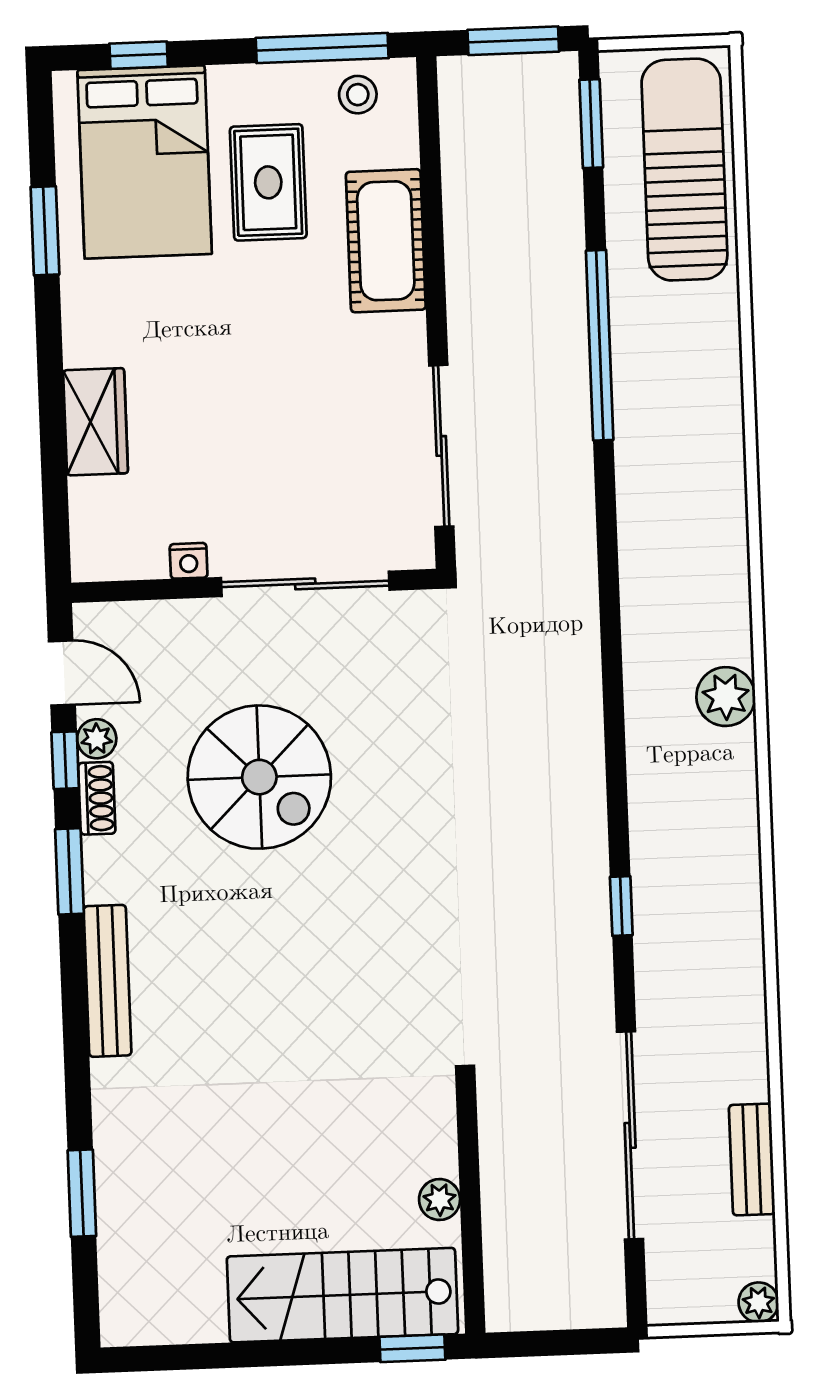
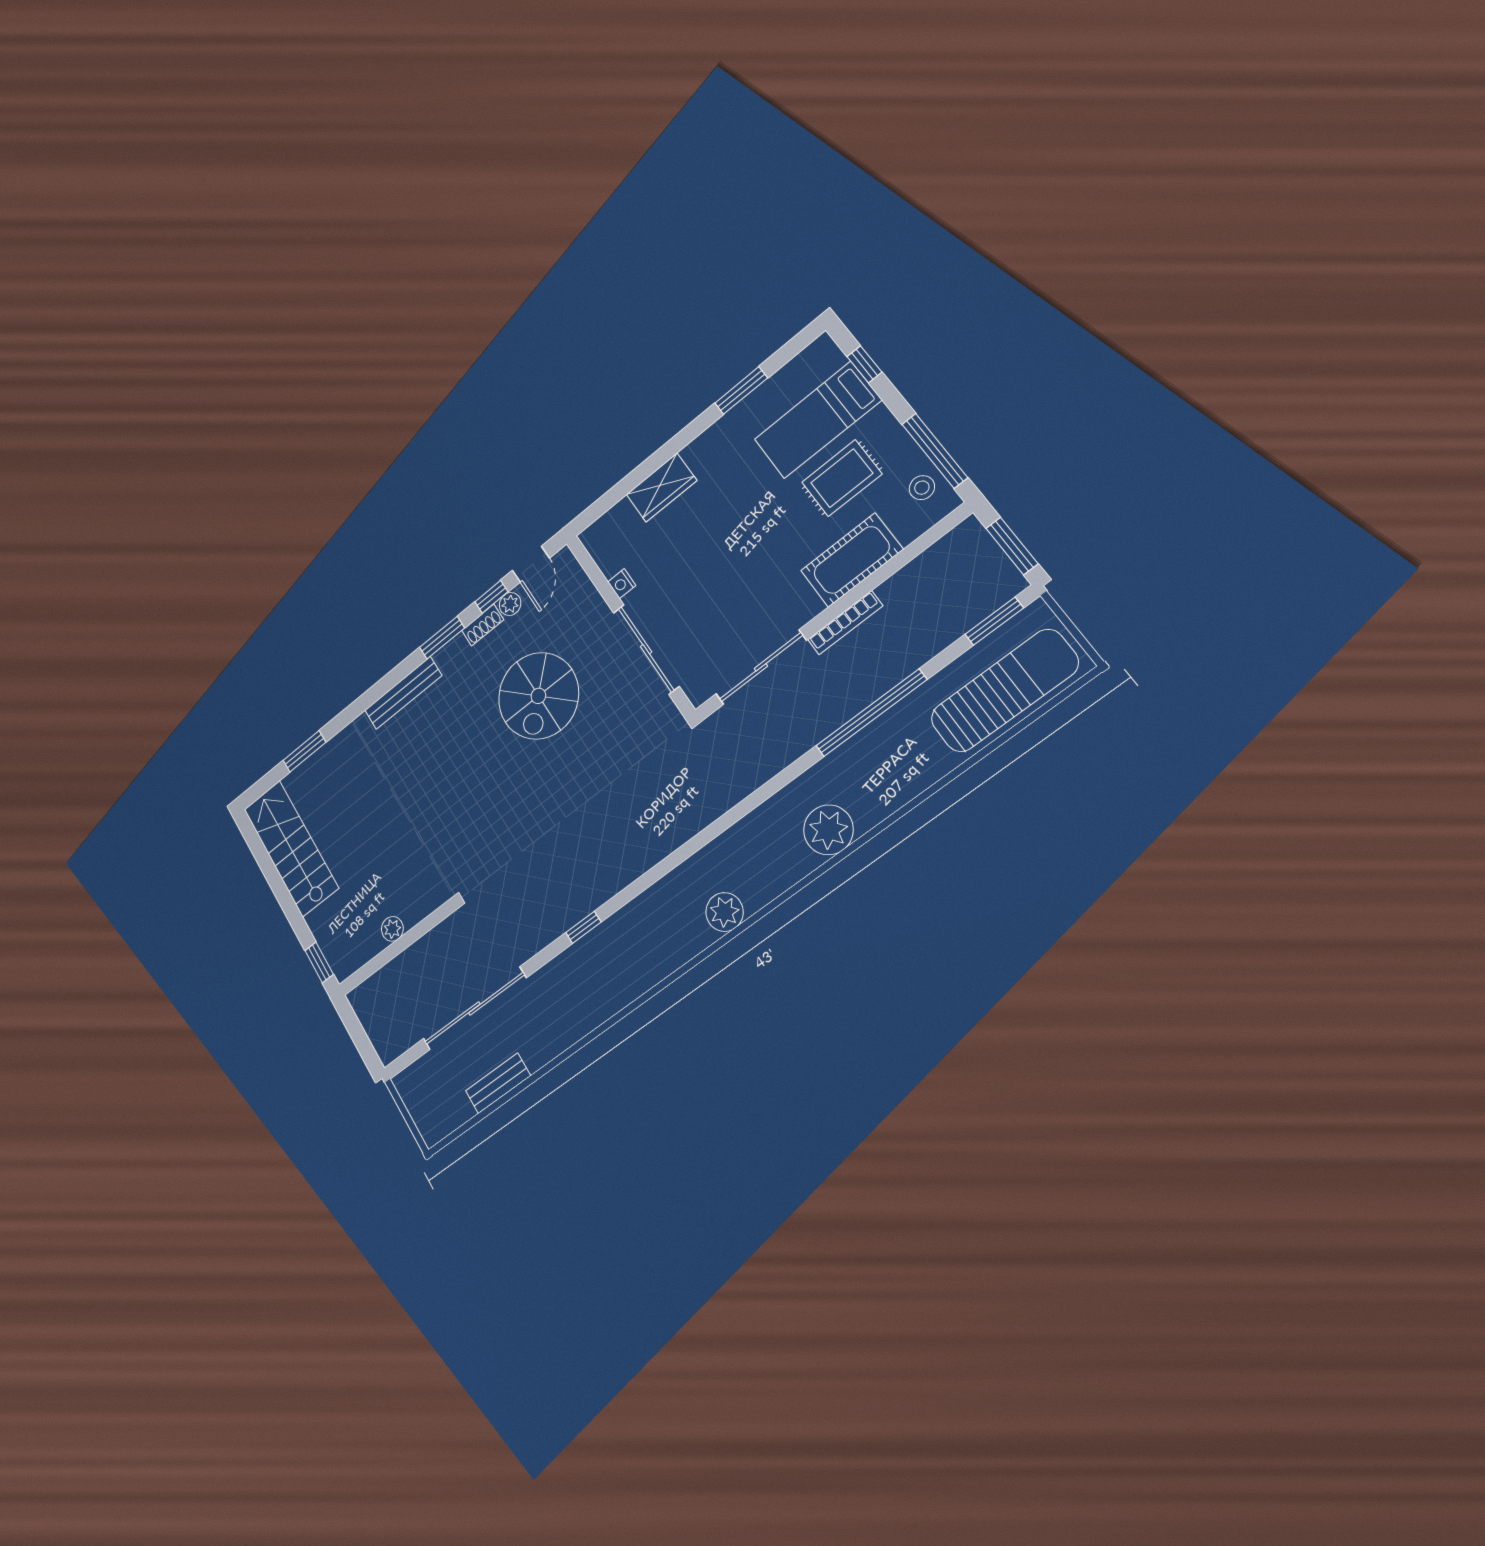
bed: (145, 162) -> (817, 420), width x0.67
bookcase: (461, 302) -> (845, 623), added
stairs: (342, 1295) -> (291, 848), moved
plant: (759, 1302) -> (828, 830), moved, width x1.88, depth x1.88

